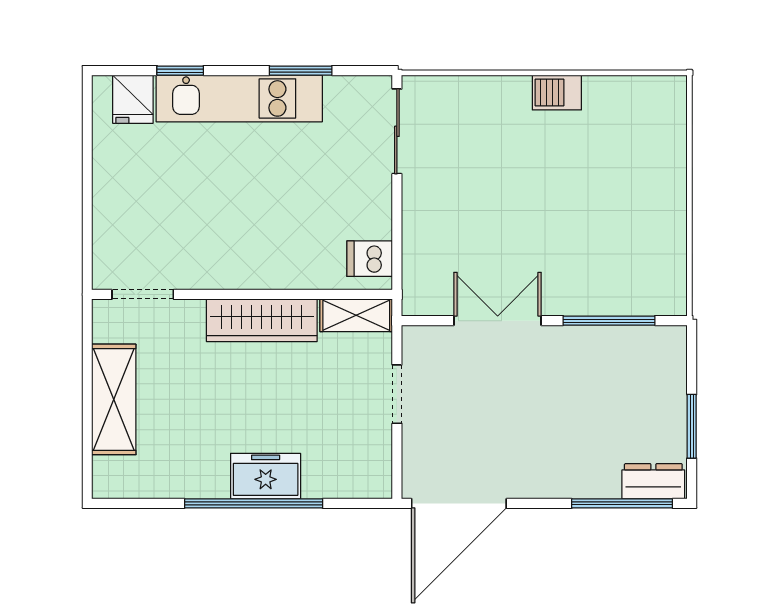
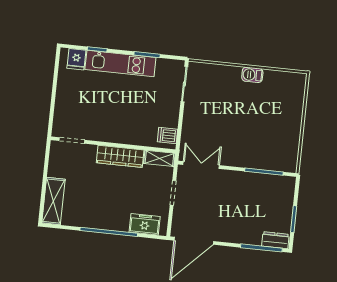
double door: (498, 321) -> (201, 165), moved
shelving: (114, 399) -> (53, 201), moved
freezer: (266, 476) -> (145, 224), moved

